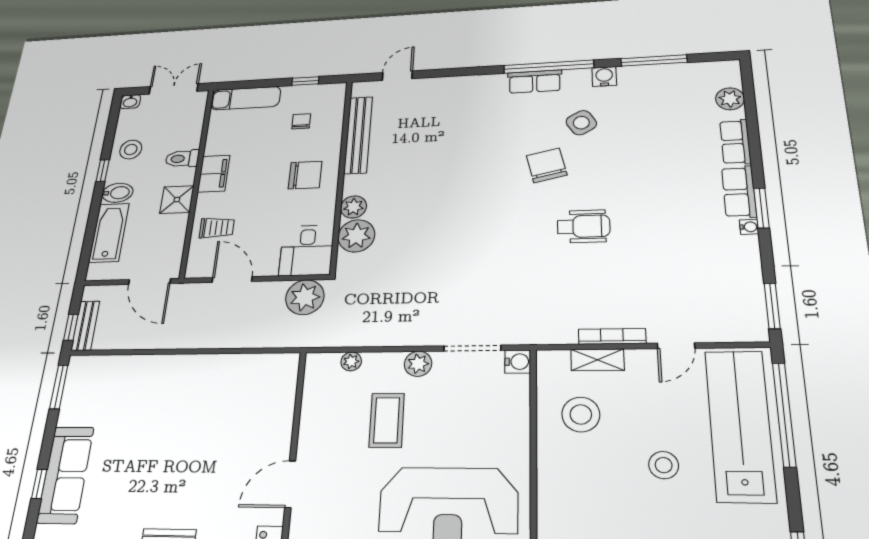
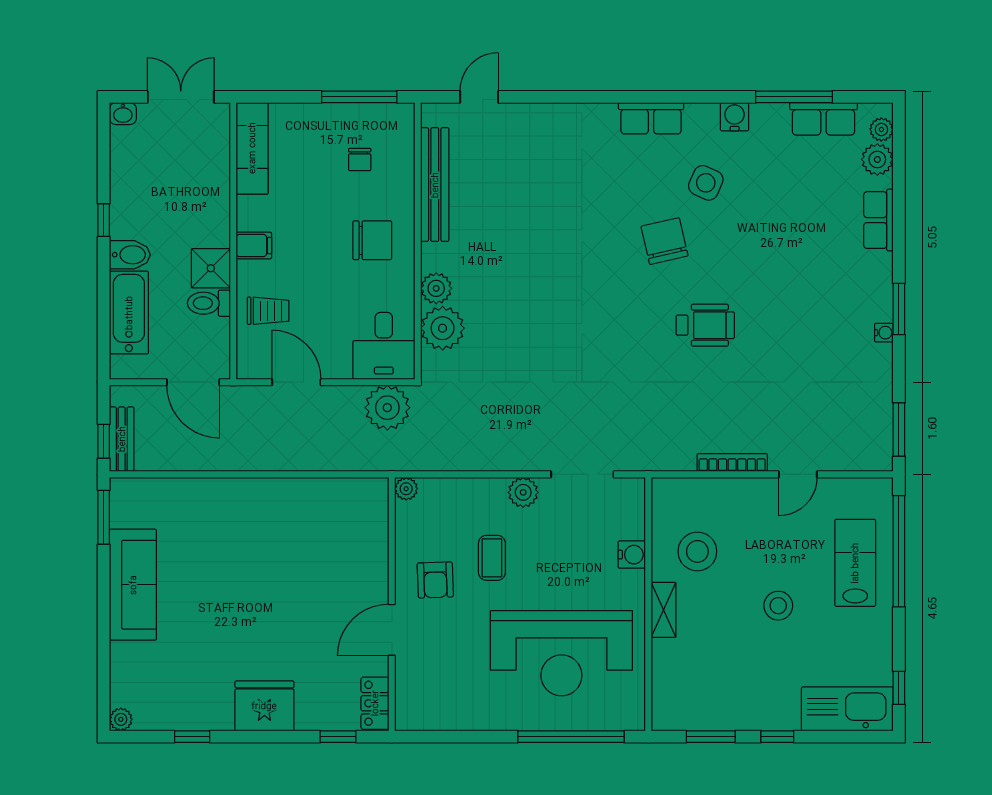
window: (549, 67) -> (668, 97), removed
plant: (732, 78) -> (881, 129), added
window: (305, 81) -> (359, 97), width x2.17
exam couch: (246, 98) -> (252, 148), moved, turned -90
chair: (301, 121) -> (360, 160), turned 180
side table: (581, 123) -> (706, 183), turned -35
stool: (131, 150) -> (137, 190), removed
toilet: (182, 159) -> (209, 303), moved
filing cabinet: (214, 174) -> (254, 245), width x0.50
row of seats: (739, 192) -> (823, 119), moved, turned -90
shelving: (597, 360) -> (664, 610), moved, turned 90
plant: (351, 361) -> (406, 489), moved
water cooler: (518, 362) -> (632, 555), moved
coffee table: (387, 420) -> (492, 558), width x0.73, depth x0.77
lab bench: (740, 425) -> (855, 563), width x0.54, depth x0.72
armchair: (334, 440) -> (435, 580), added
sofa: (66, 475) -> (133, 585), moved
window: (39, 484) -> (104, 633), removed

